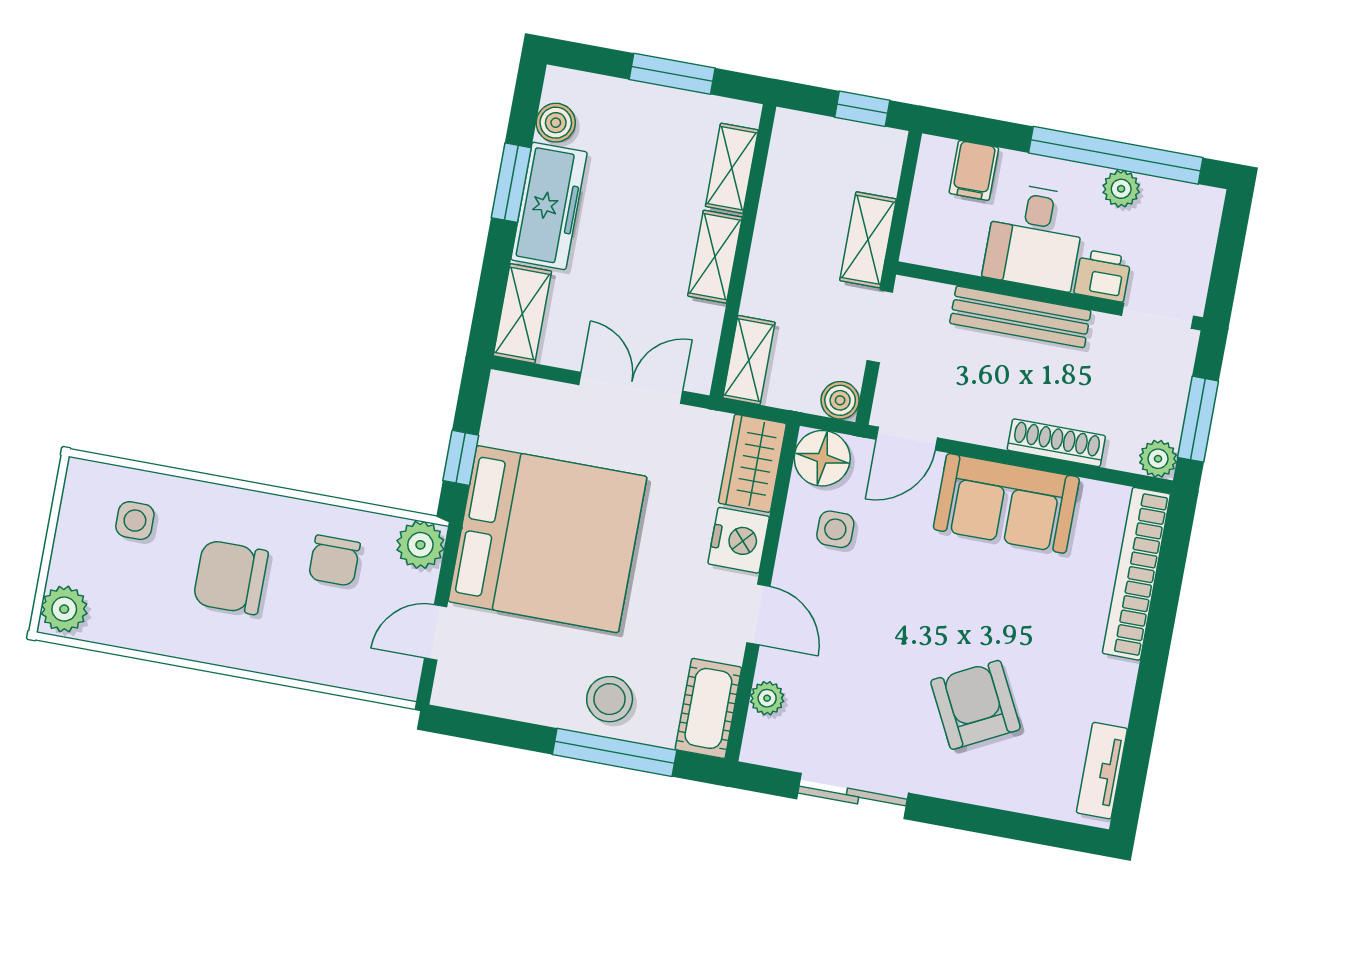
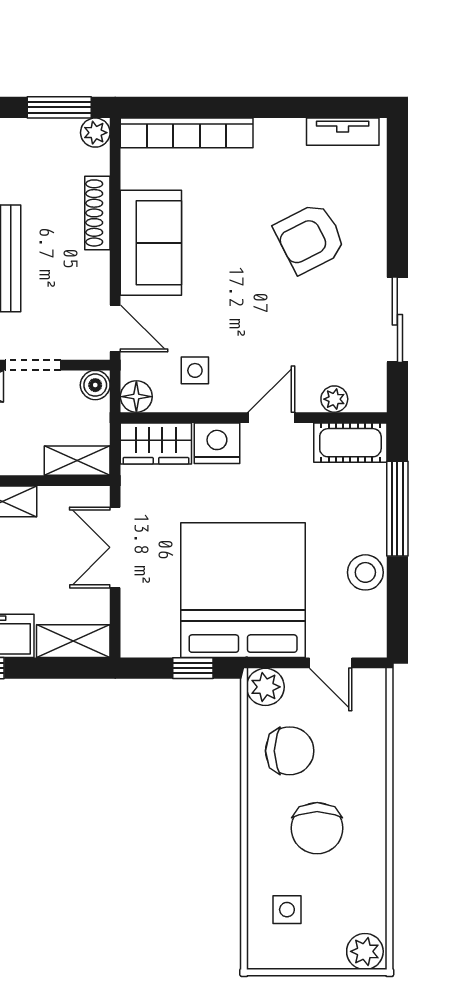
floor lamp: (822, 458) -> (136, 397), width x0.73, depth x0.73
chair: (334, 561) -> (290, 751), width x1.37, depth x1.37
stool: (610, 699) -> (365, 572), moved

